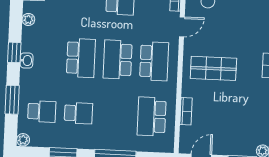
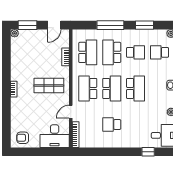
school desk: (81, 58) -> (136, 88), turned 180
school desk: (78, 113) -> (136, 52), turned 180
school desk: (115, 115) -> (112, 52), added

